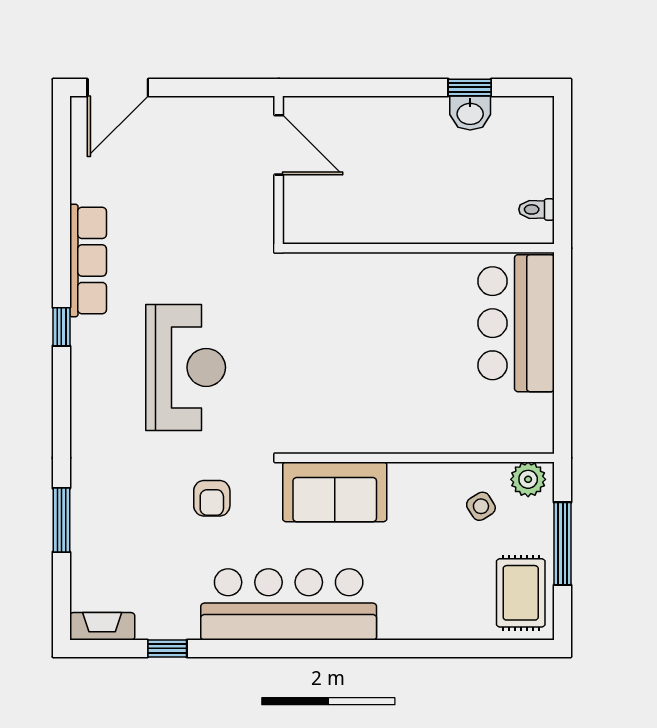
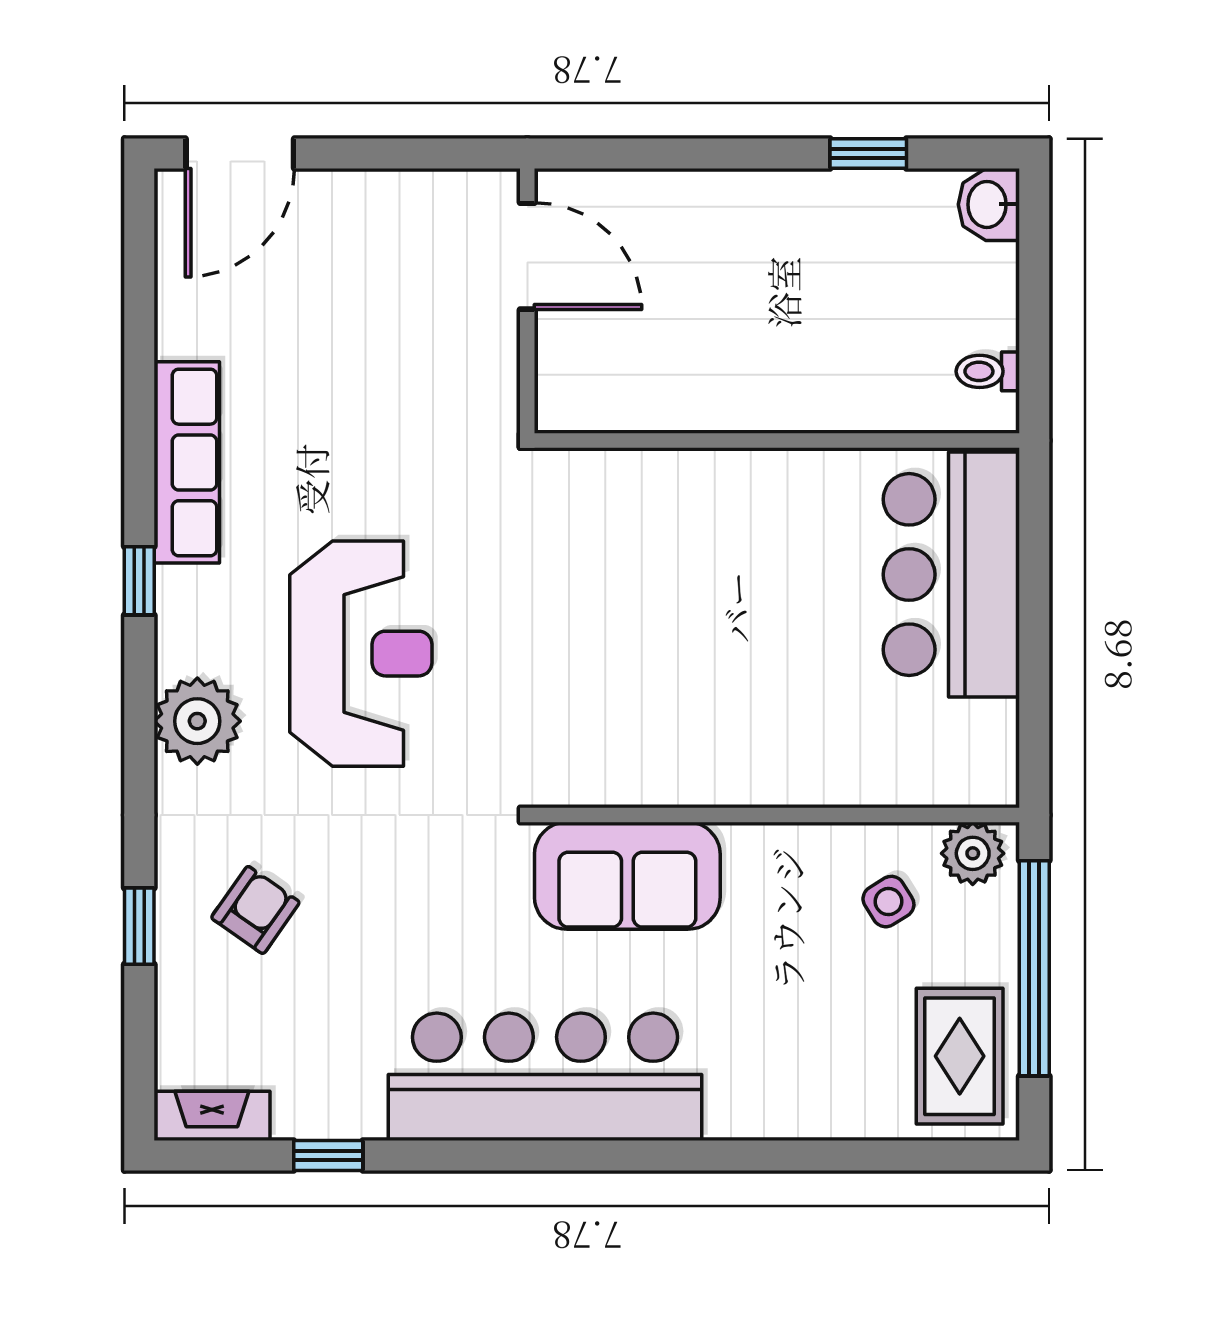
washbasin: (470, 113) -> (989, 204), moved, turned 90
plant: (94, 405) -> (197, 721), added
armchair: (212, 498) -> (255, 910), moved, turned -145
window: (61, 520) -> (139, 926), width x0.67
window: (563, 544) -> (1034, 968), width x1.46

